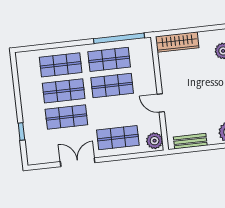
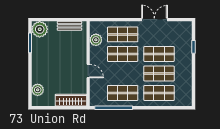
shop shelf: (112, 85) -> (123, 54), moved
door: (161, 103) -> (88, 71), moved
plant: (155, 141) -> (96, 40), moved
double door: (78, 162) -> (154, 20), swing flipped

